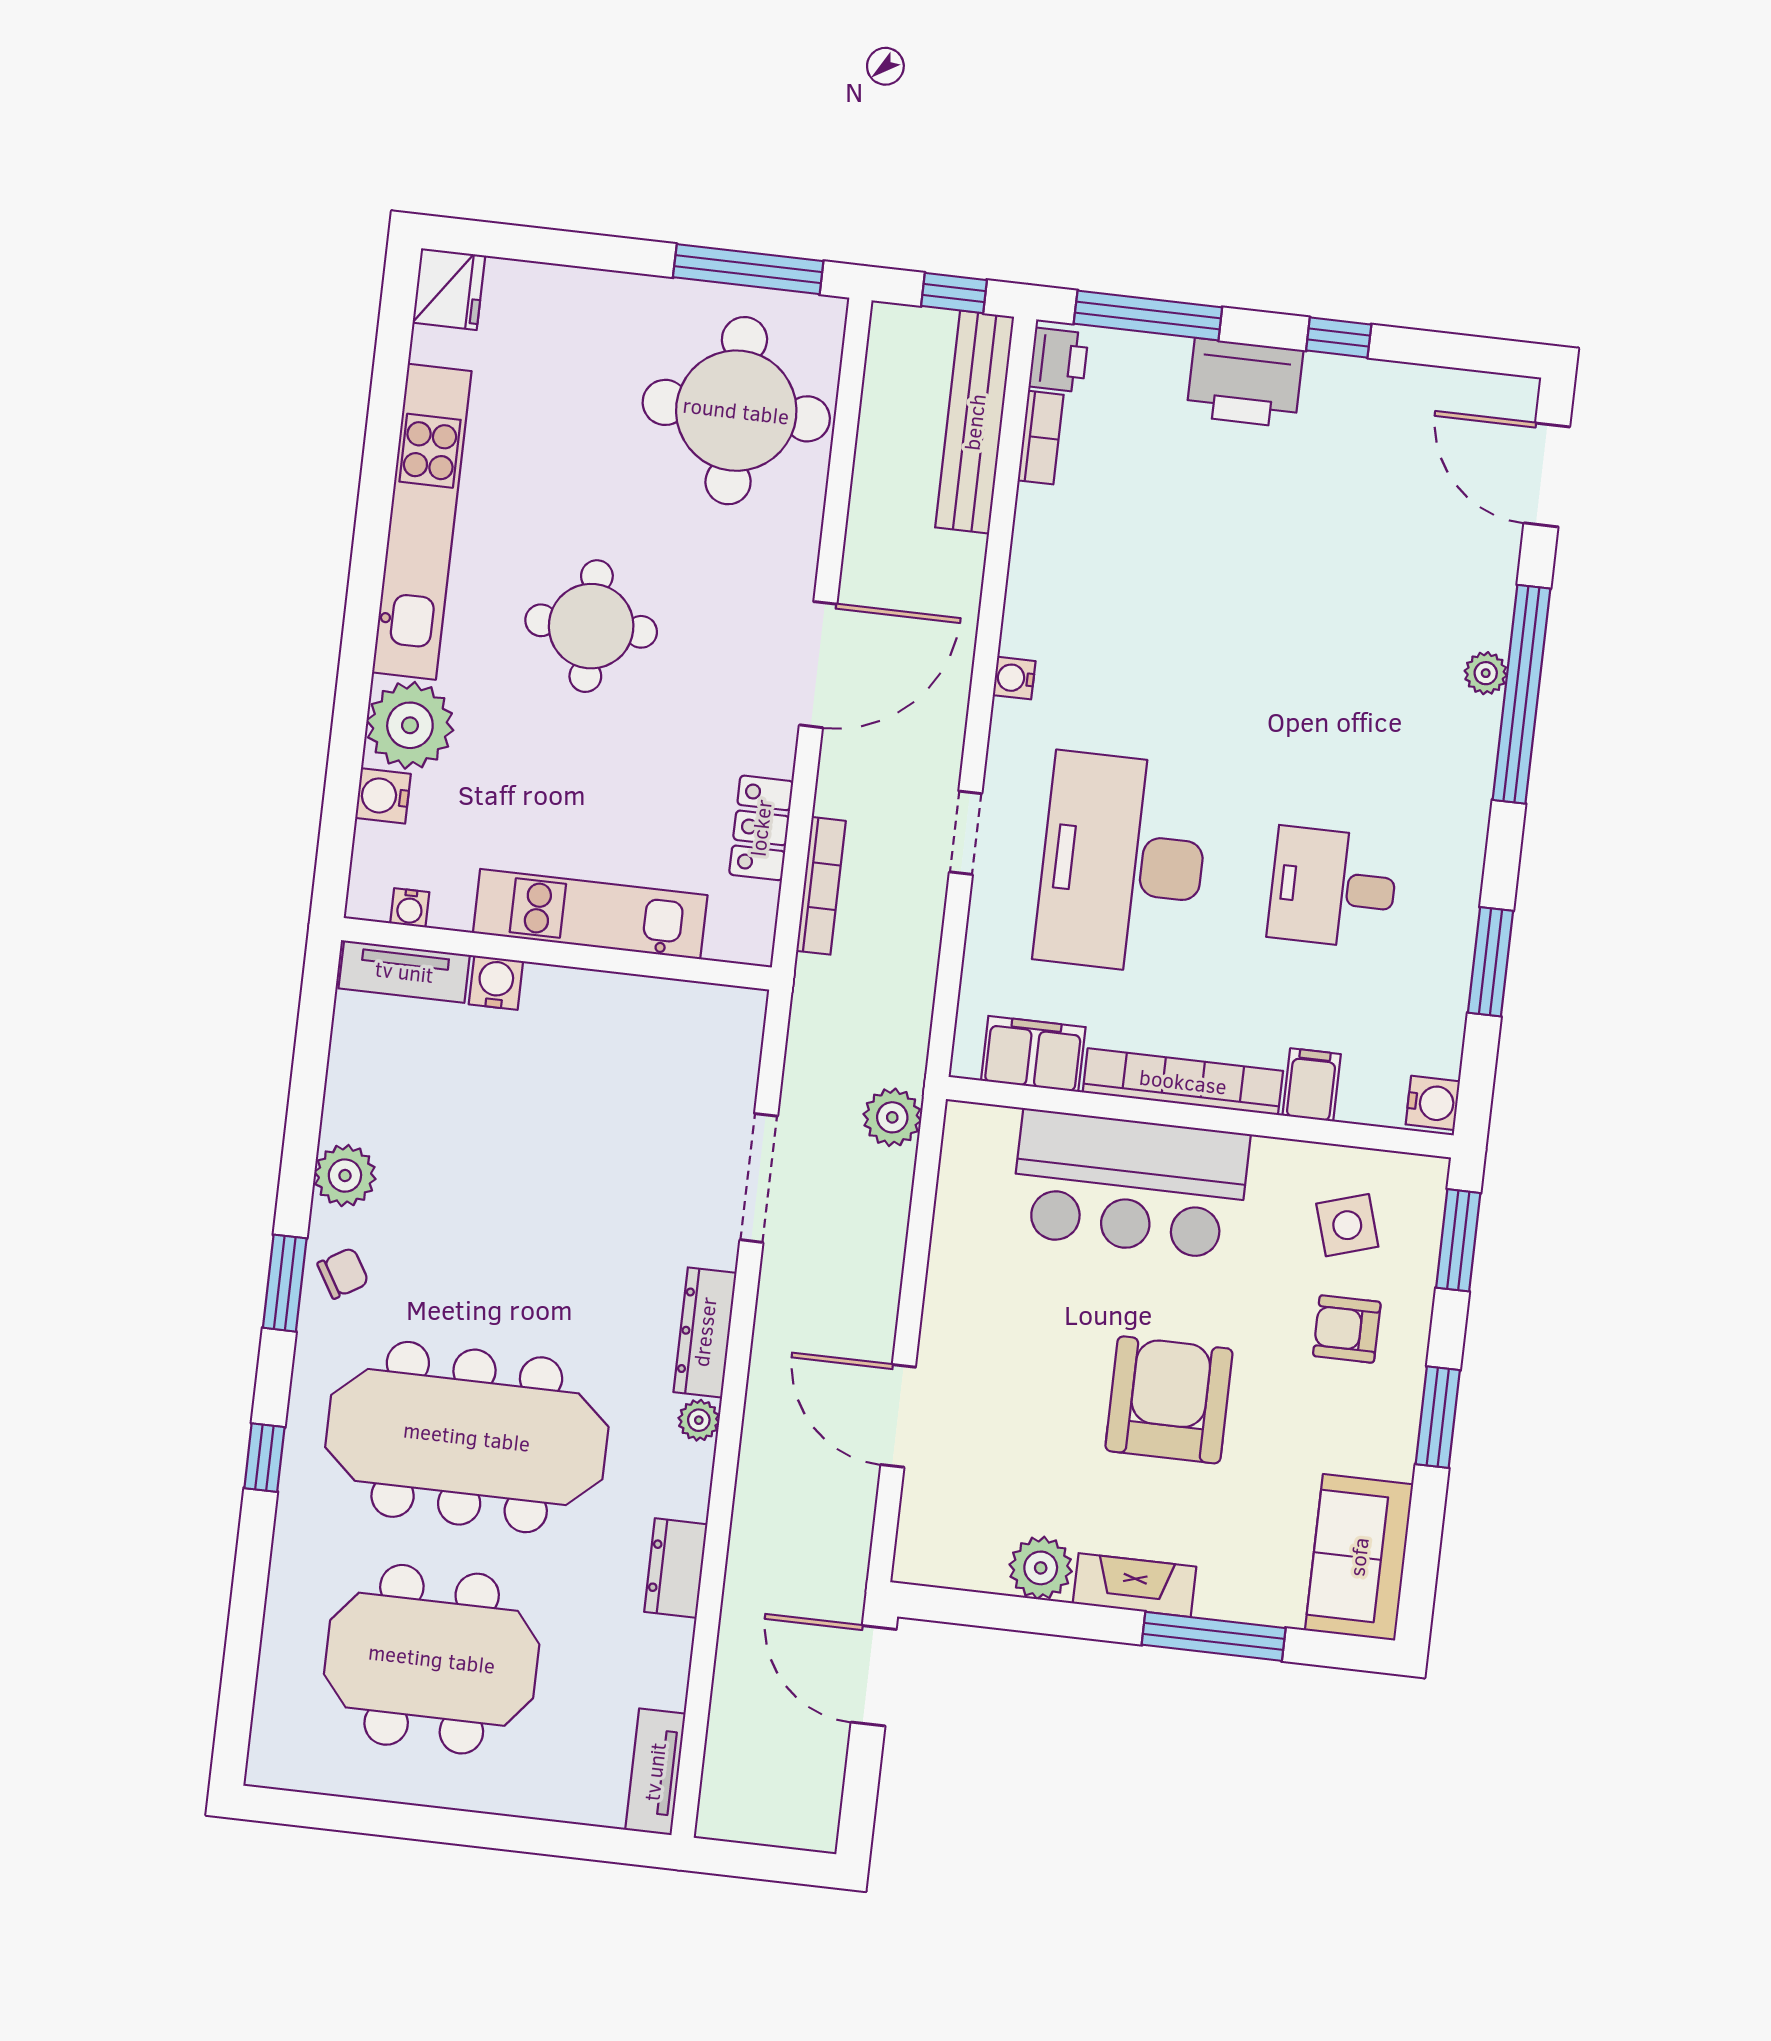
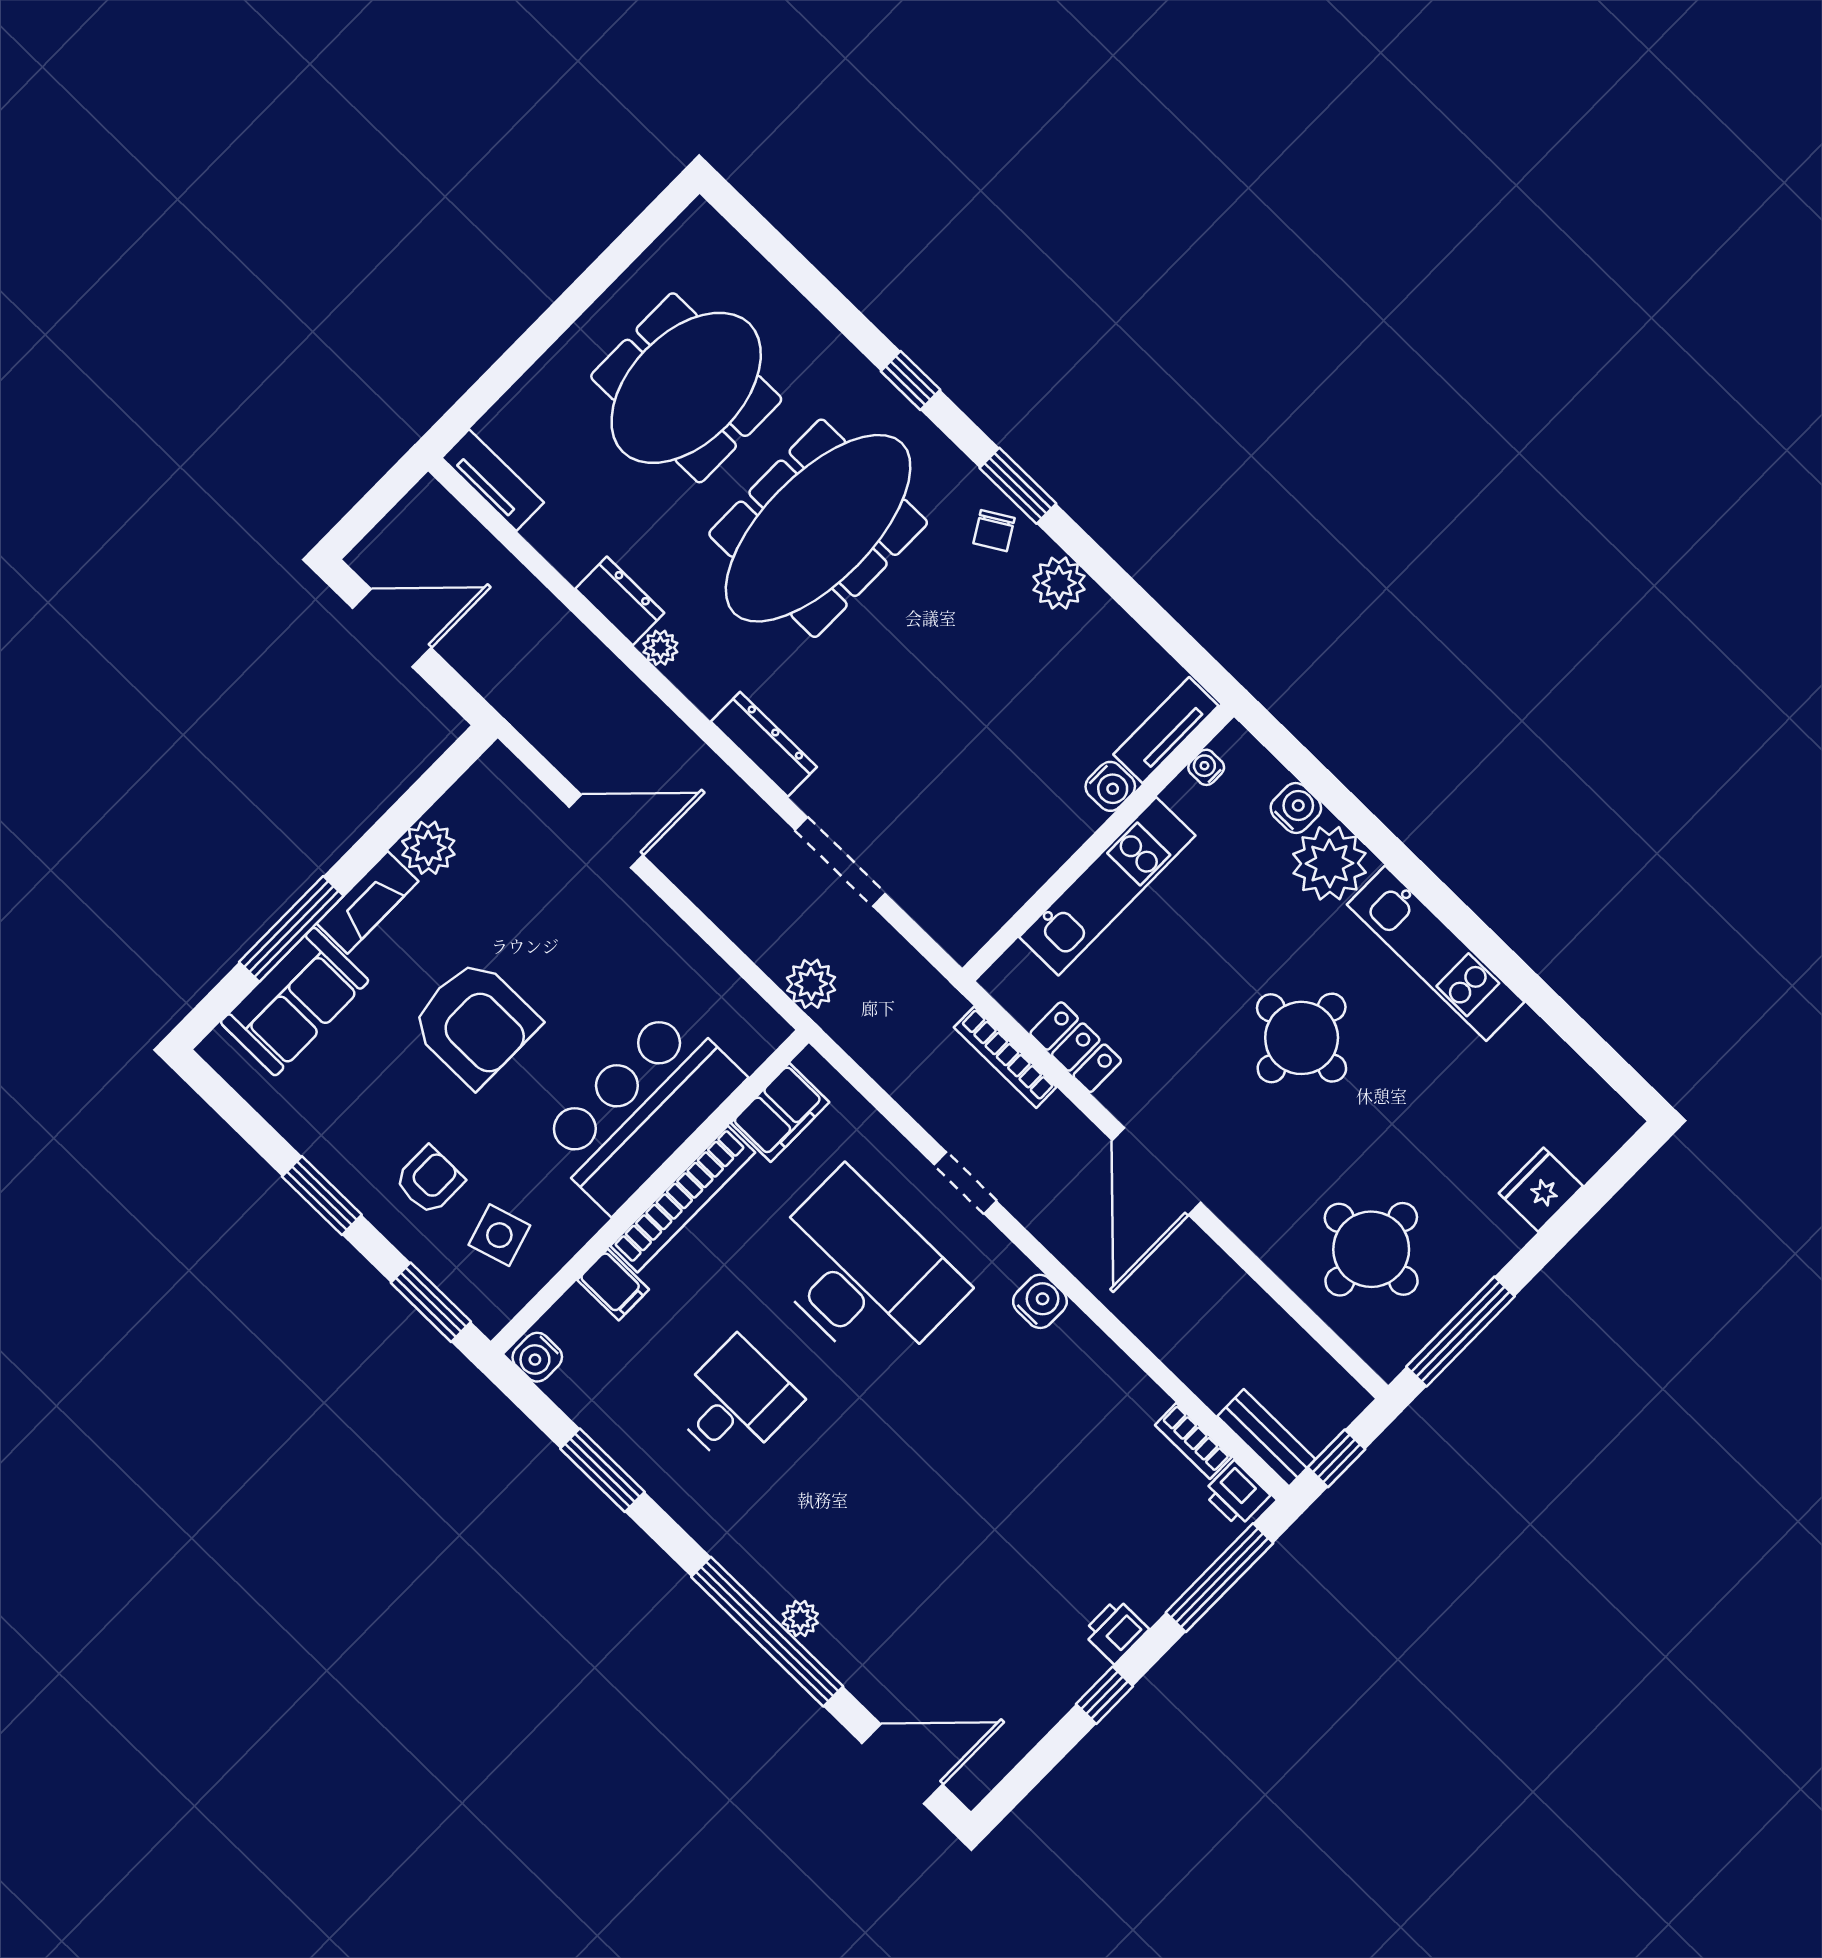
fridge: (449, 289) -> (1541, 1190), moved, turned 90
printer: (1245, 383) -> (1116, 1631), width x0.53, depth x0.68
round table: (736, 411) -> (1371, 1249), width x0.73, depth x0.73
bench: (975, 422) -> (1266, 1438), width x0.54, depth x0.82
kitchen unit: (422, 522) -> (1436, 953), width x0.73
water cooler: (1014, 678) -> (1040, 1301), width x1.38, depth x1.38
plant: (699, 1420) -> (660, 648), moved
sofa: (1359, 1557) -> (295, 1002), moved, turned 90
door: (874, 1676) -> (392, 628), moved

